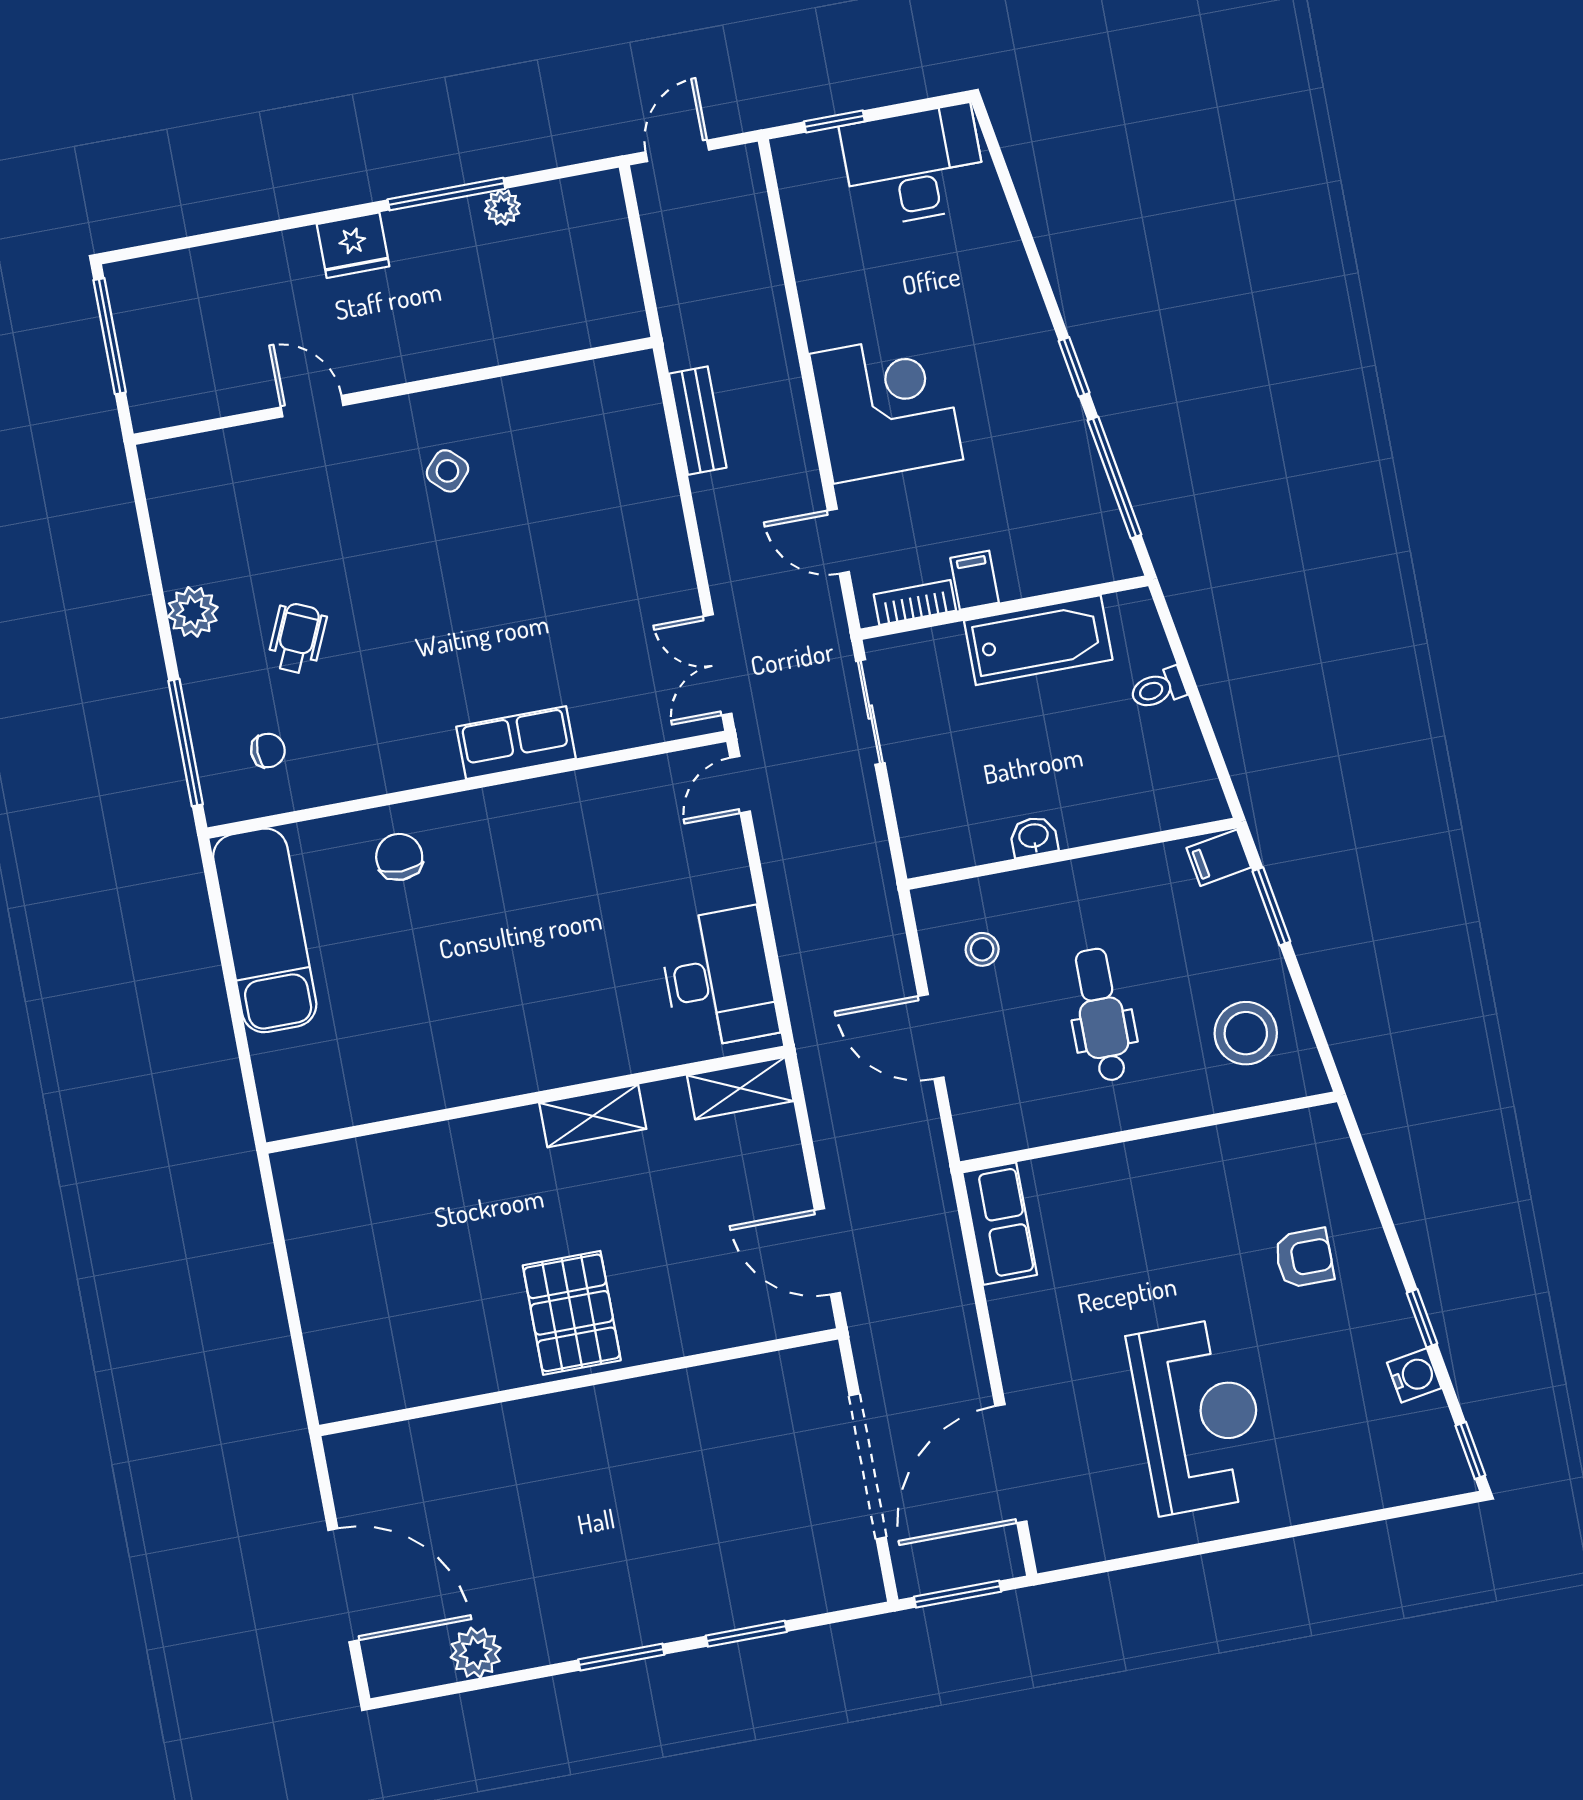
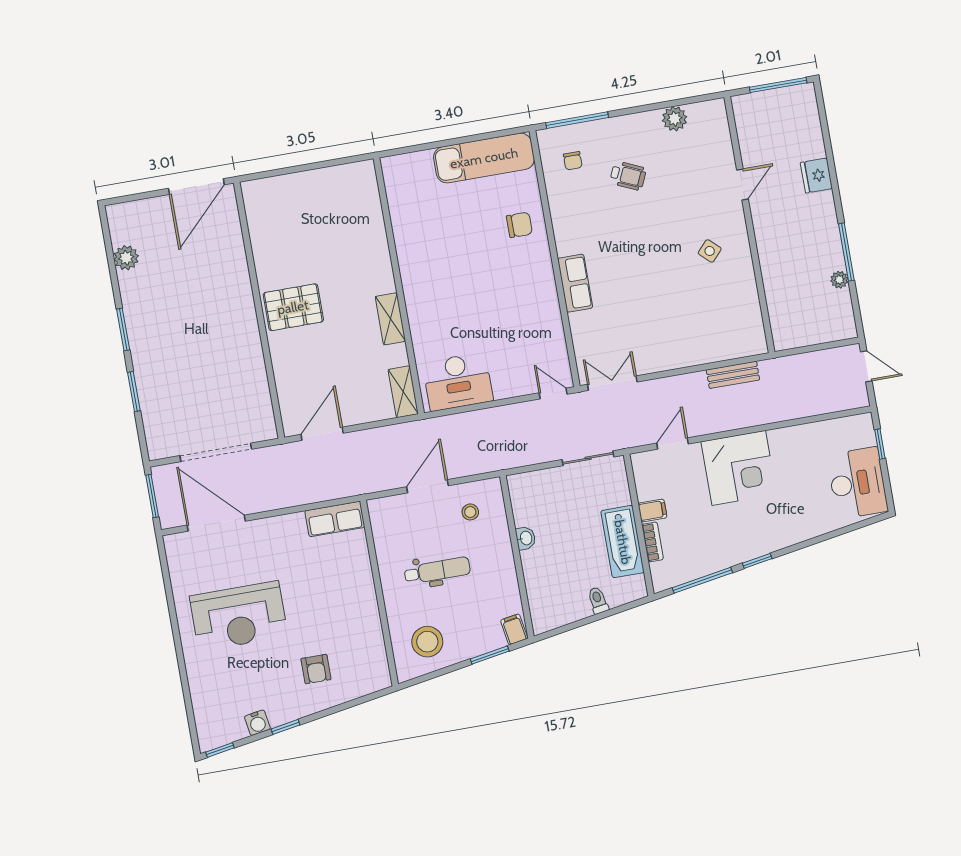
fridge: (353, 245) -> (816, 176), moved
bookcase: (915, 602) -> (653, 542), moved
plant: (193, 612) -> (675, 119), moved
door: (343, 1585) -> (196, 187), moved

